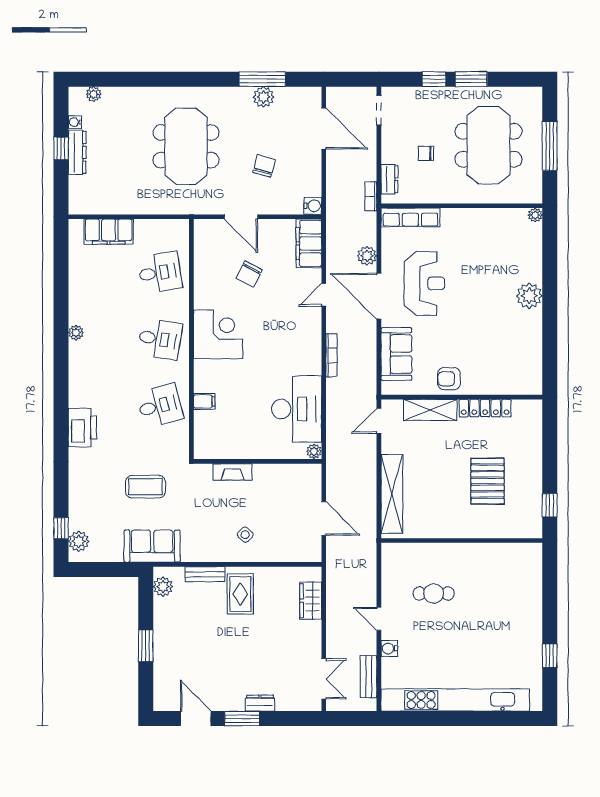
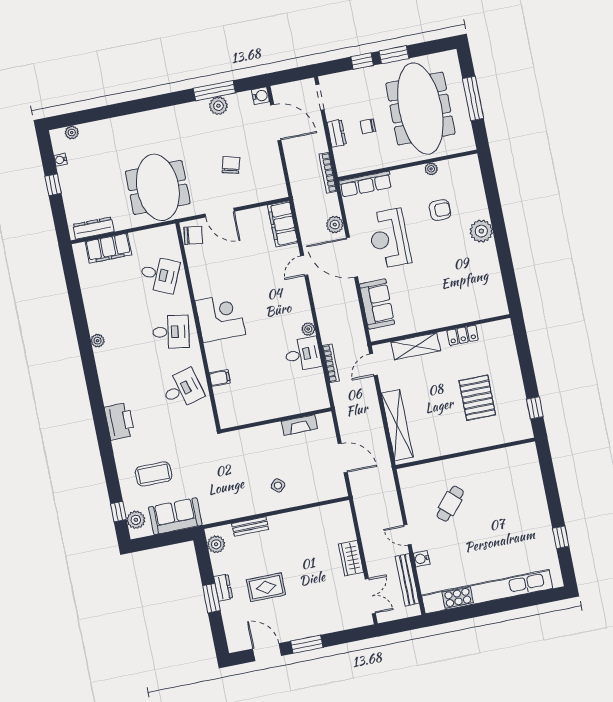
meeting table: (489, 145) -> (420, 109), width x1.36
meeting table: (186, 146) -> (158, 187), moved
dresser: (77, 152) -> (93, 228), moved, turned -90
dresser: (389, 179) -> (337, 133), moved
bookcase: (371, 196) -> (328, 173), width x1.56
water cooler: (313, 206) -> (261, 96), moved
plant: (535, 215) -> (431, 169), moved
desk: (160, 272) -> (159, 275), turned 33
chair: (249, 274) -> (193, 235), moved, turned -110
reception desk: (425, 283) -> (389, 238), turned 180
bookcase: (332, 355) -> (331, 363), moved
armchair: (449, 379) -> (440, 210), moved, turned 180
locker: (485, 408) -> (463, 335), width x0.66
desk: (297, 409) -> (303, 354), width x0.53, depth x0.77
plant: (314, 451) -> (308, 329), moved
fireplace: (232, 472) -> (299, 425), moved
coffee table: (145, 487) -> (154, 474), moved
sofa: (152, 546) -> (175, 516), moved
cafe table: (434, 593) -> (450, 504), turned -49
rug: (240, 594) -> (266, 587), moved, turned 90
wardrobe: (311, 601) -> (351, 558), moved
bench: (369, 677) -> (407, 580), width x1.36
dresser: (260, 703) -> (223, 588), moved, turned 90

